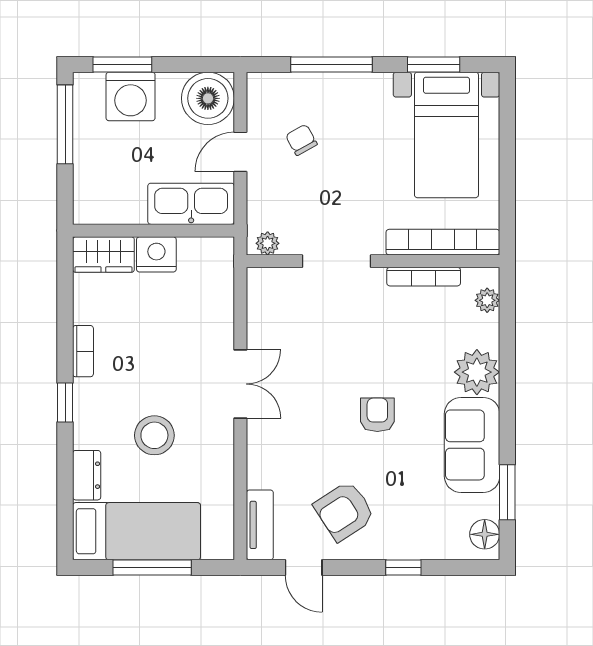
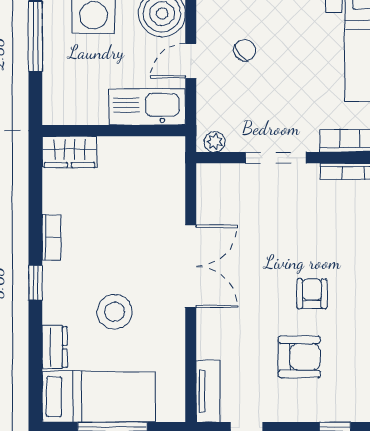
chair: (301, 140) -> (245, 50), turned 80
nightstand: (156, 254) -> (116, 152), removed
double door: (240, 384) -> (191, 266), width x1.37
armchair: (344, 511) -> (299, 357), moved, turned -147

